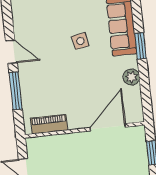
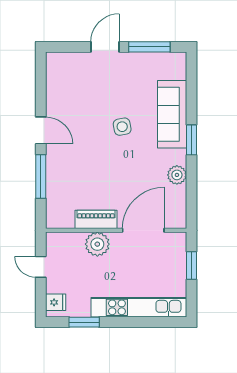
piano: (49, 124) -> (96, 219), moved
plant: (70, 143) -> (97, 244), added

